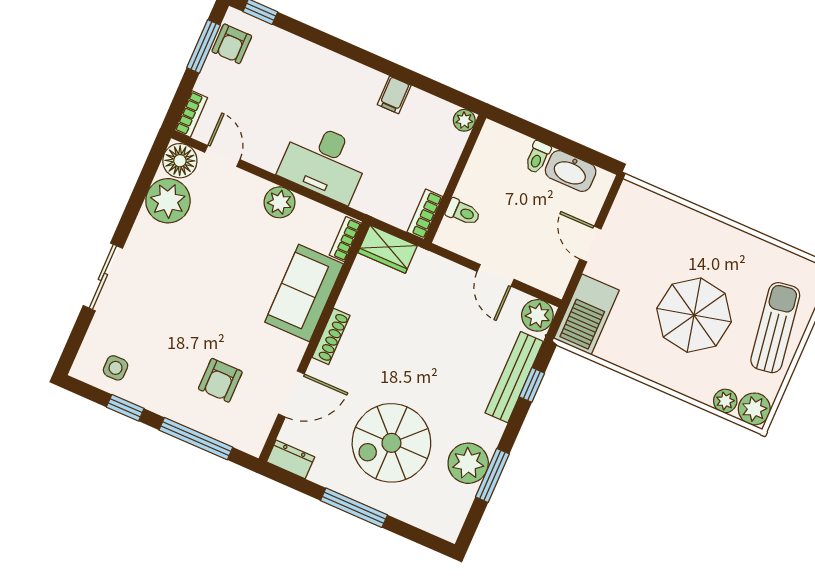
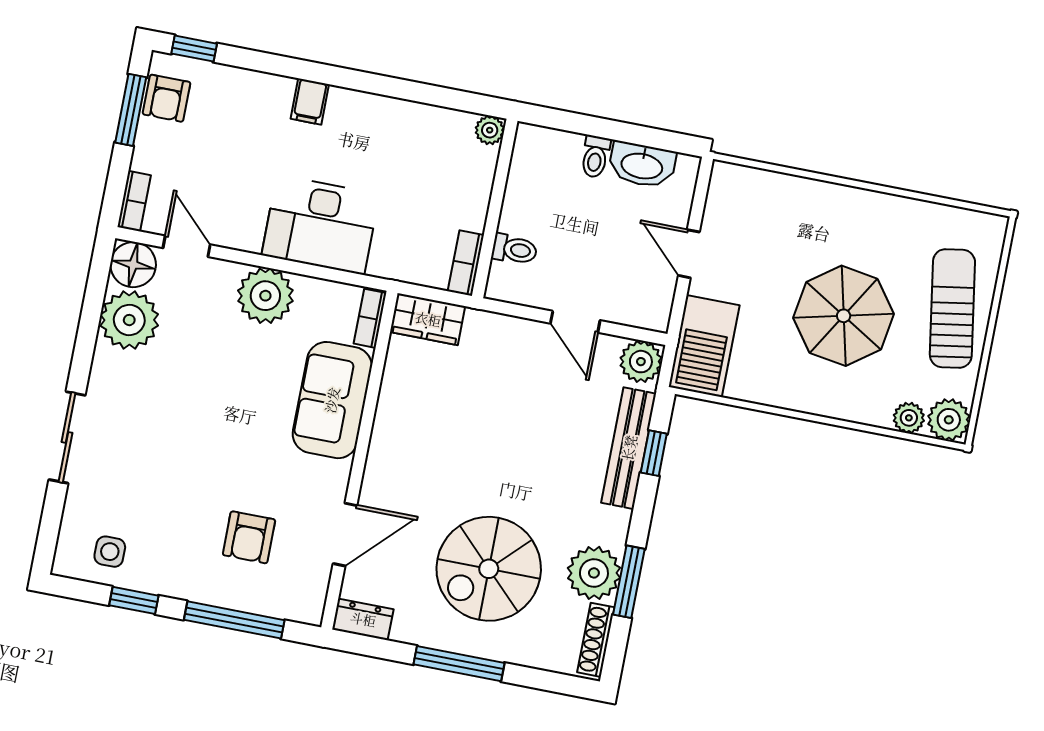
filing cabinet: (394, 95) -> (310, 102), moved
plant: (279, 202) -> (265, 296), width x1.36, depth x1.36
shoe rack: (331, 336) -> (596, 640), moved, turned 180

